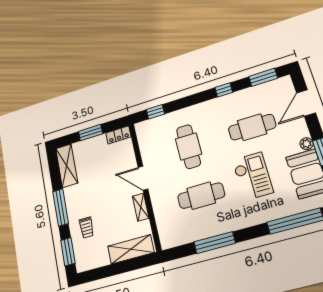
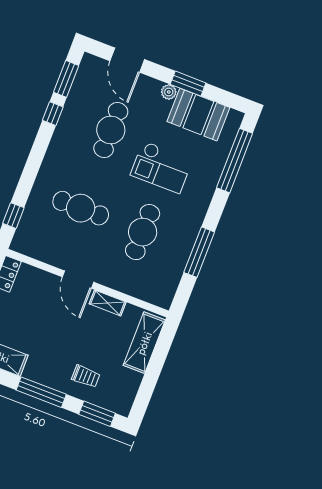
window: (224, 90) -> (53, 114), moved
checkout: (253, 176) -> (161, 167), turned 180
door: (143, 178) -> (78, 280), hinge flipped

